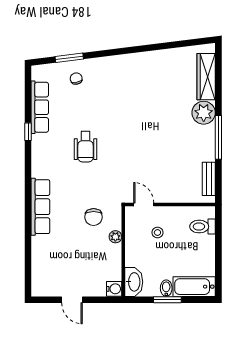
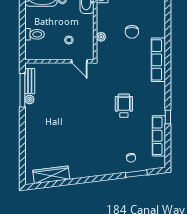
wardrobe: (206, 77) -> (51, 175), moved, turned -97
plant: (204, 113) -> (29, 100), moved, width x0.53, depth x0.53
window: (218, 137) -> (22, 90), moved
chair: (94, 217) -> (132, 32), moved, turned 180
toilet: (203, 227) -> (34, 34), moved

